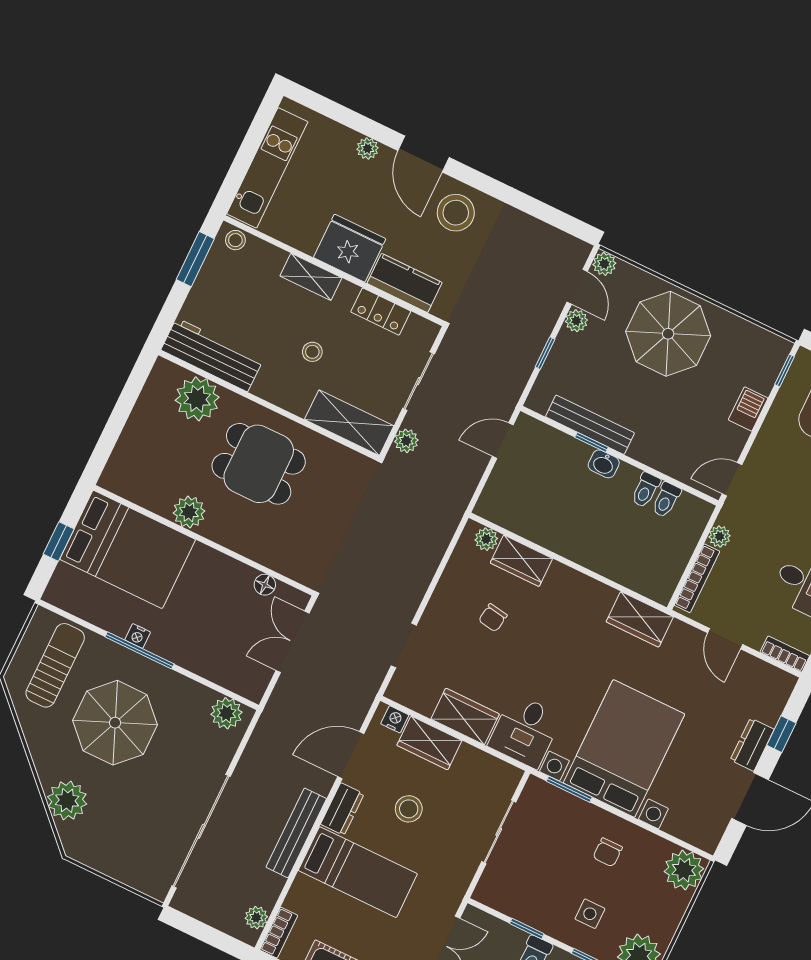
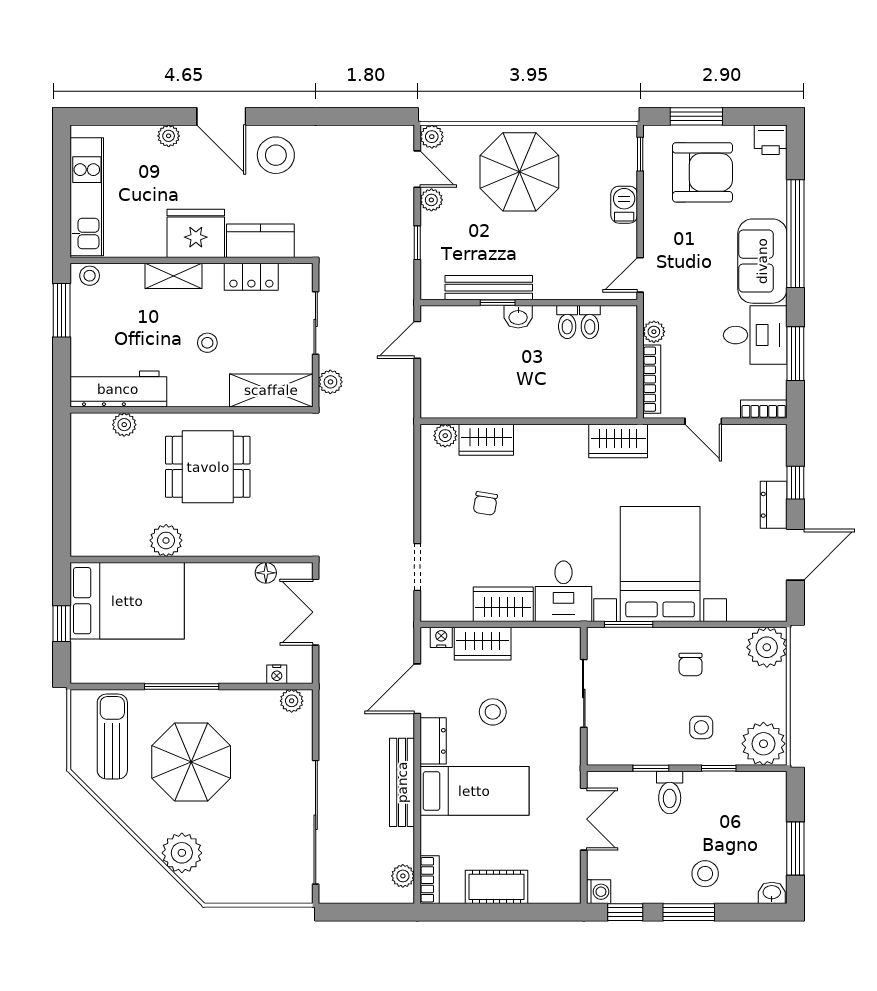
plant: (197, 399) -> (124, 425), width x0.53, depth x0.53
nightstand: (138, 636) -> (277, 674), moved
plant: (227, 713) -> (292, 701), width x0.73, depth x0.73

